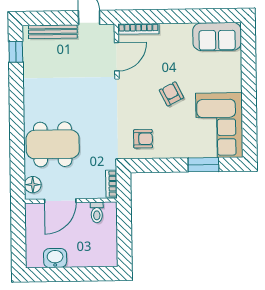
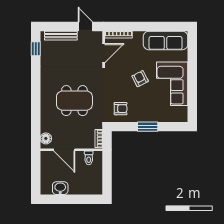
sofa: (217, 37) -> (166, 40), width x1.36
corner sofa: (219, 125) -> (172, 84), moved
dining table: (53, 144) -> (74, 101), moved
window: (203, 165) -> (148, 127), moved
door: (60, 201) -> (64, 150), hinge flipped

